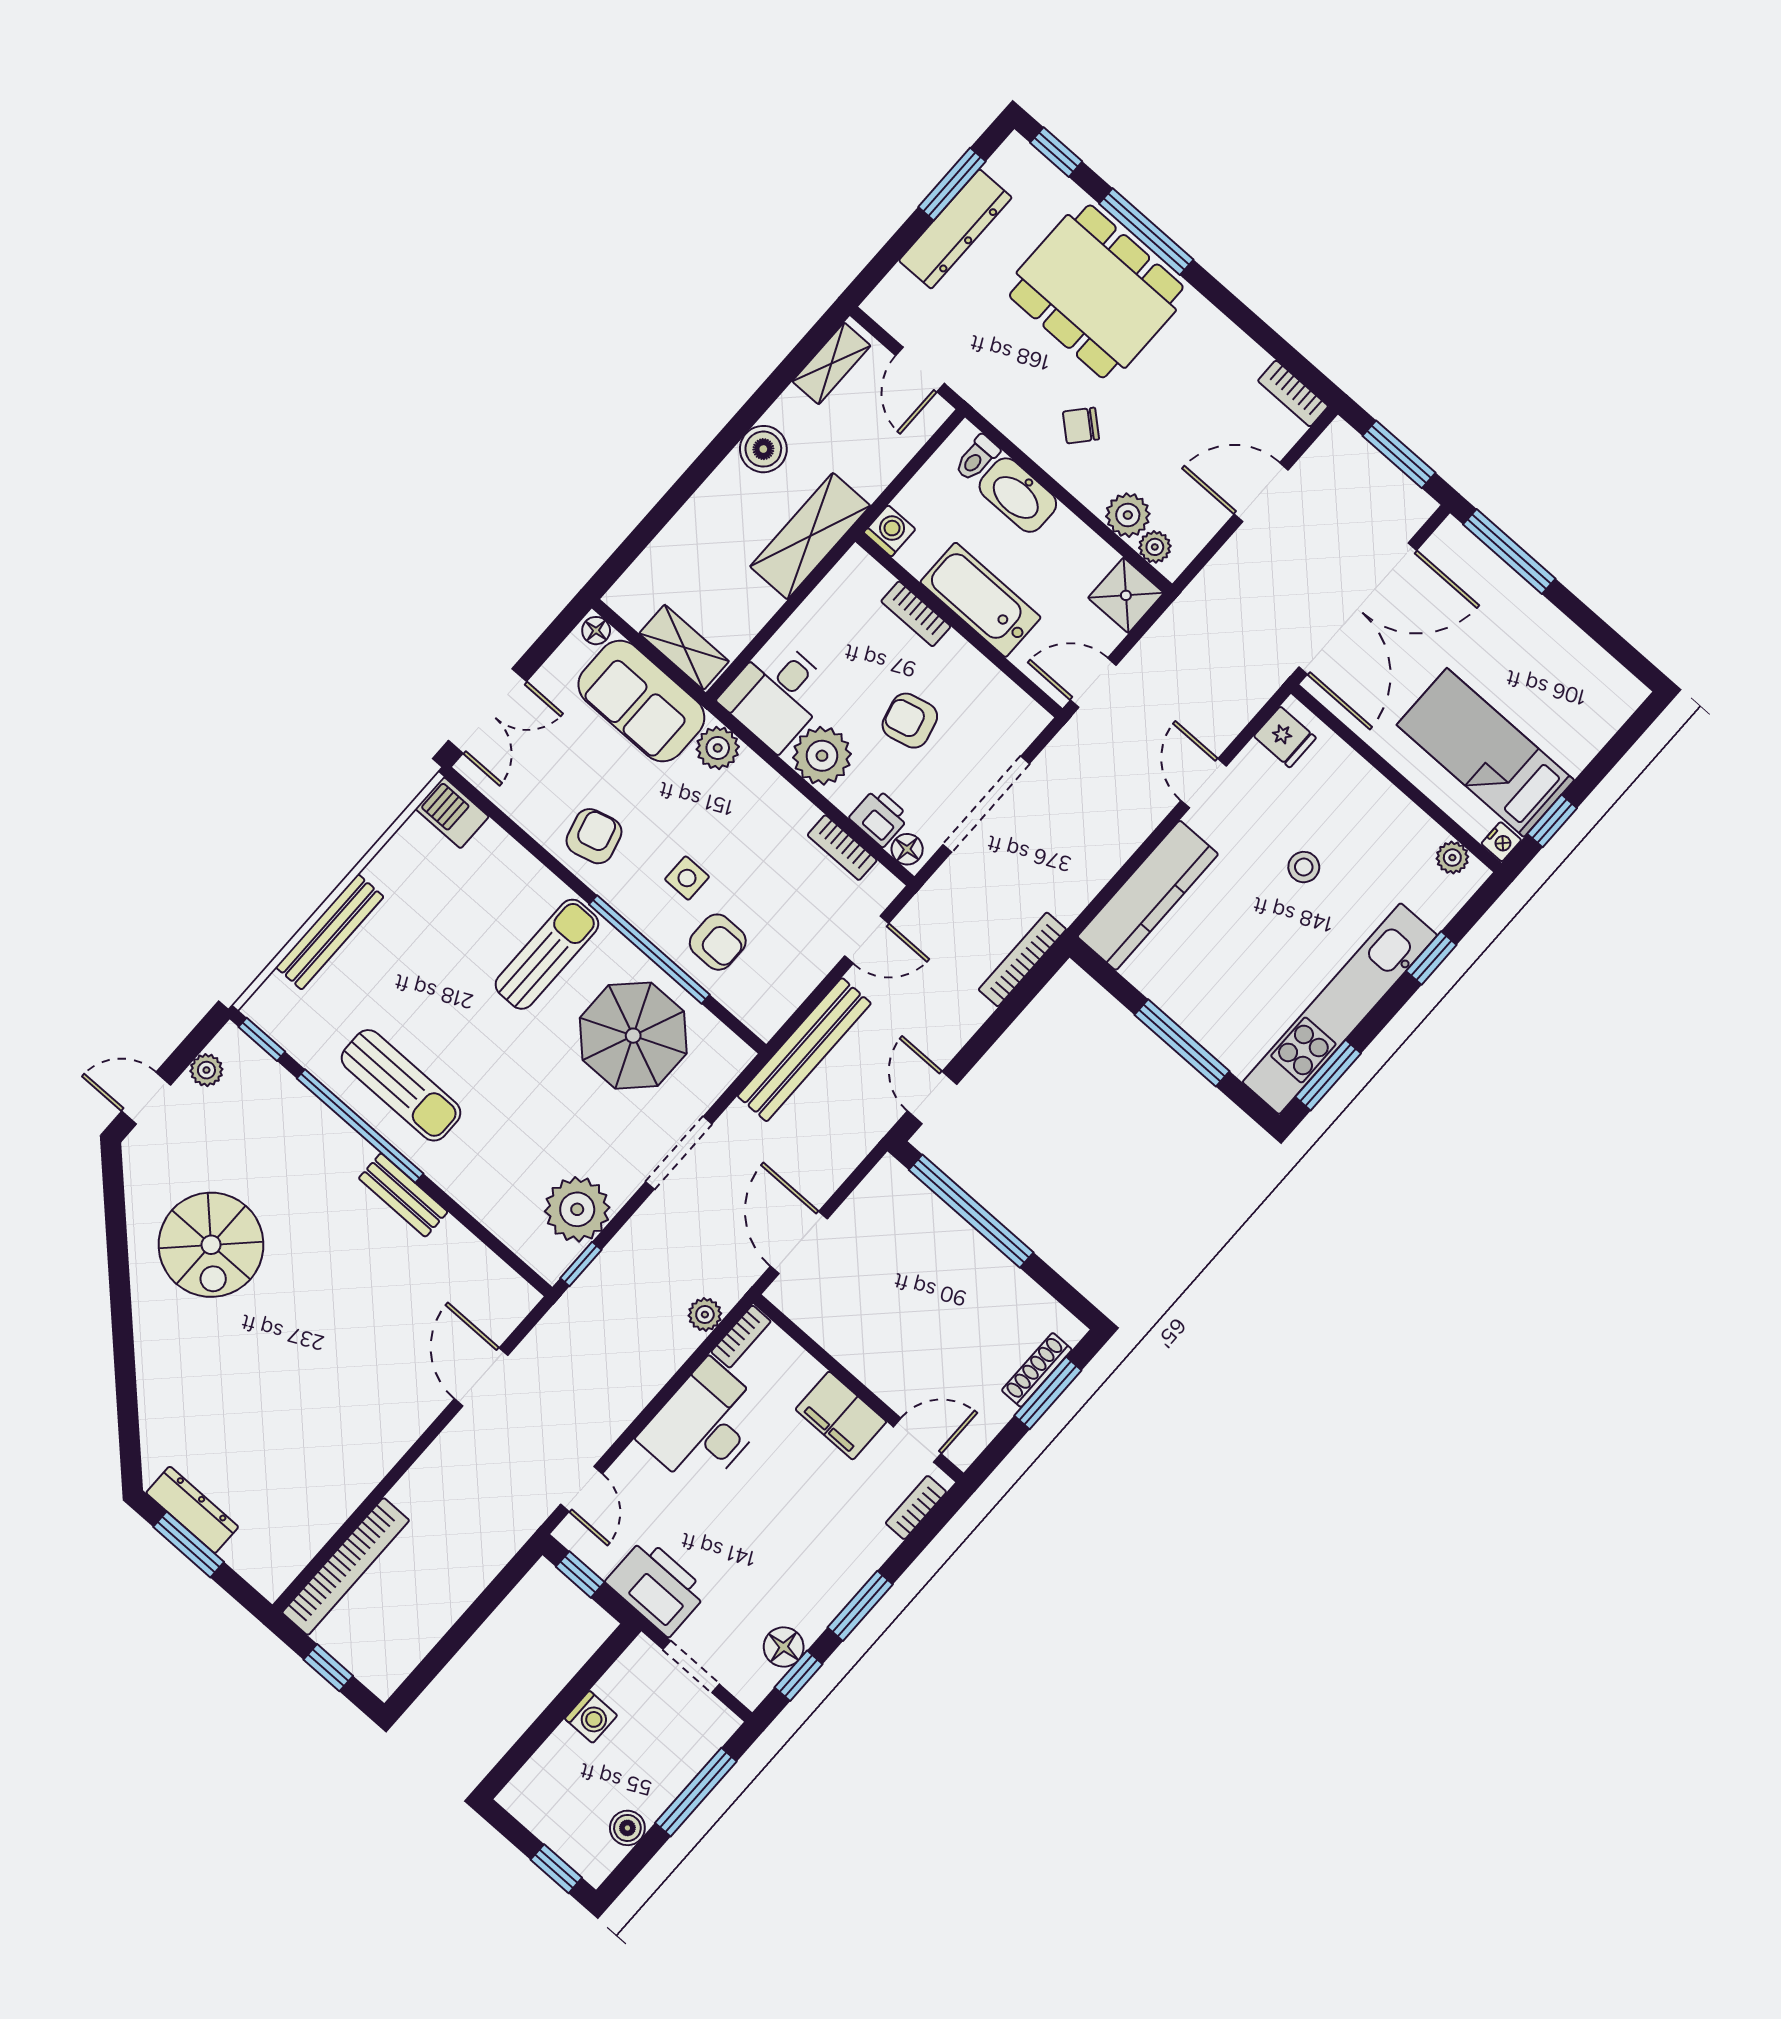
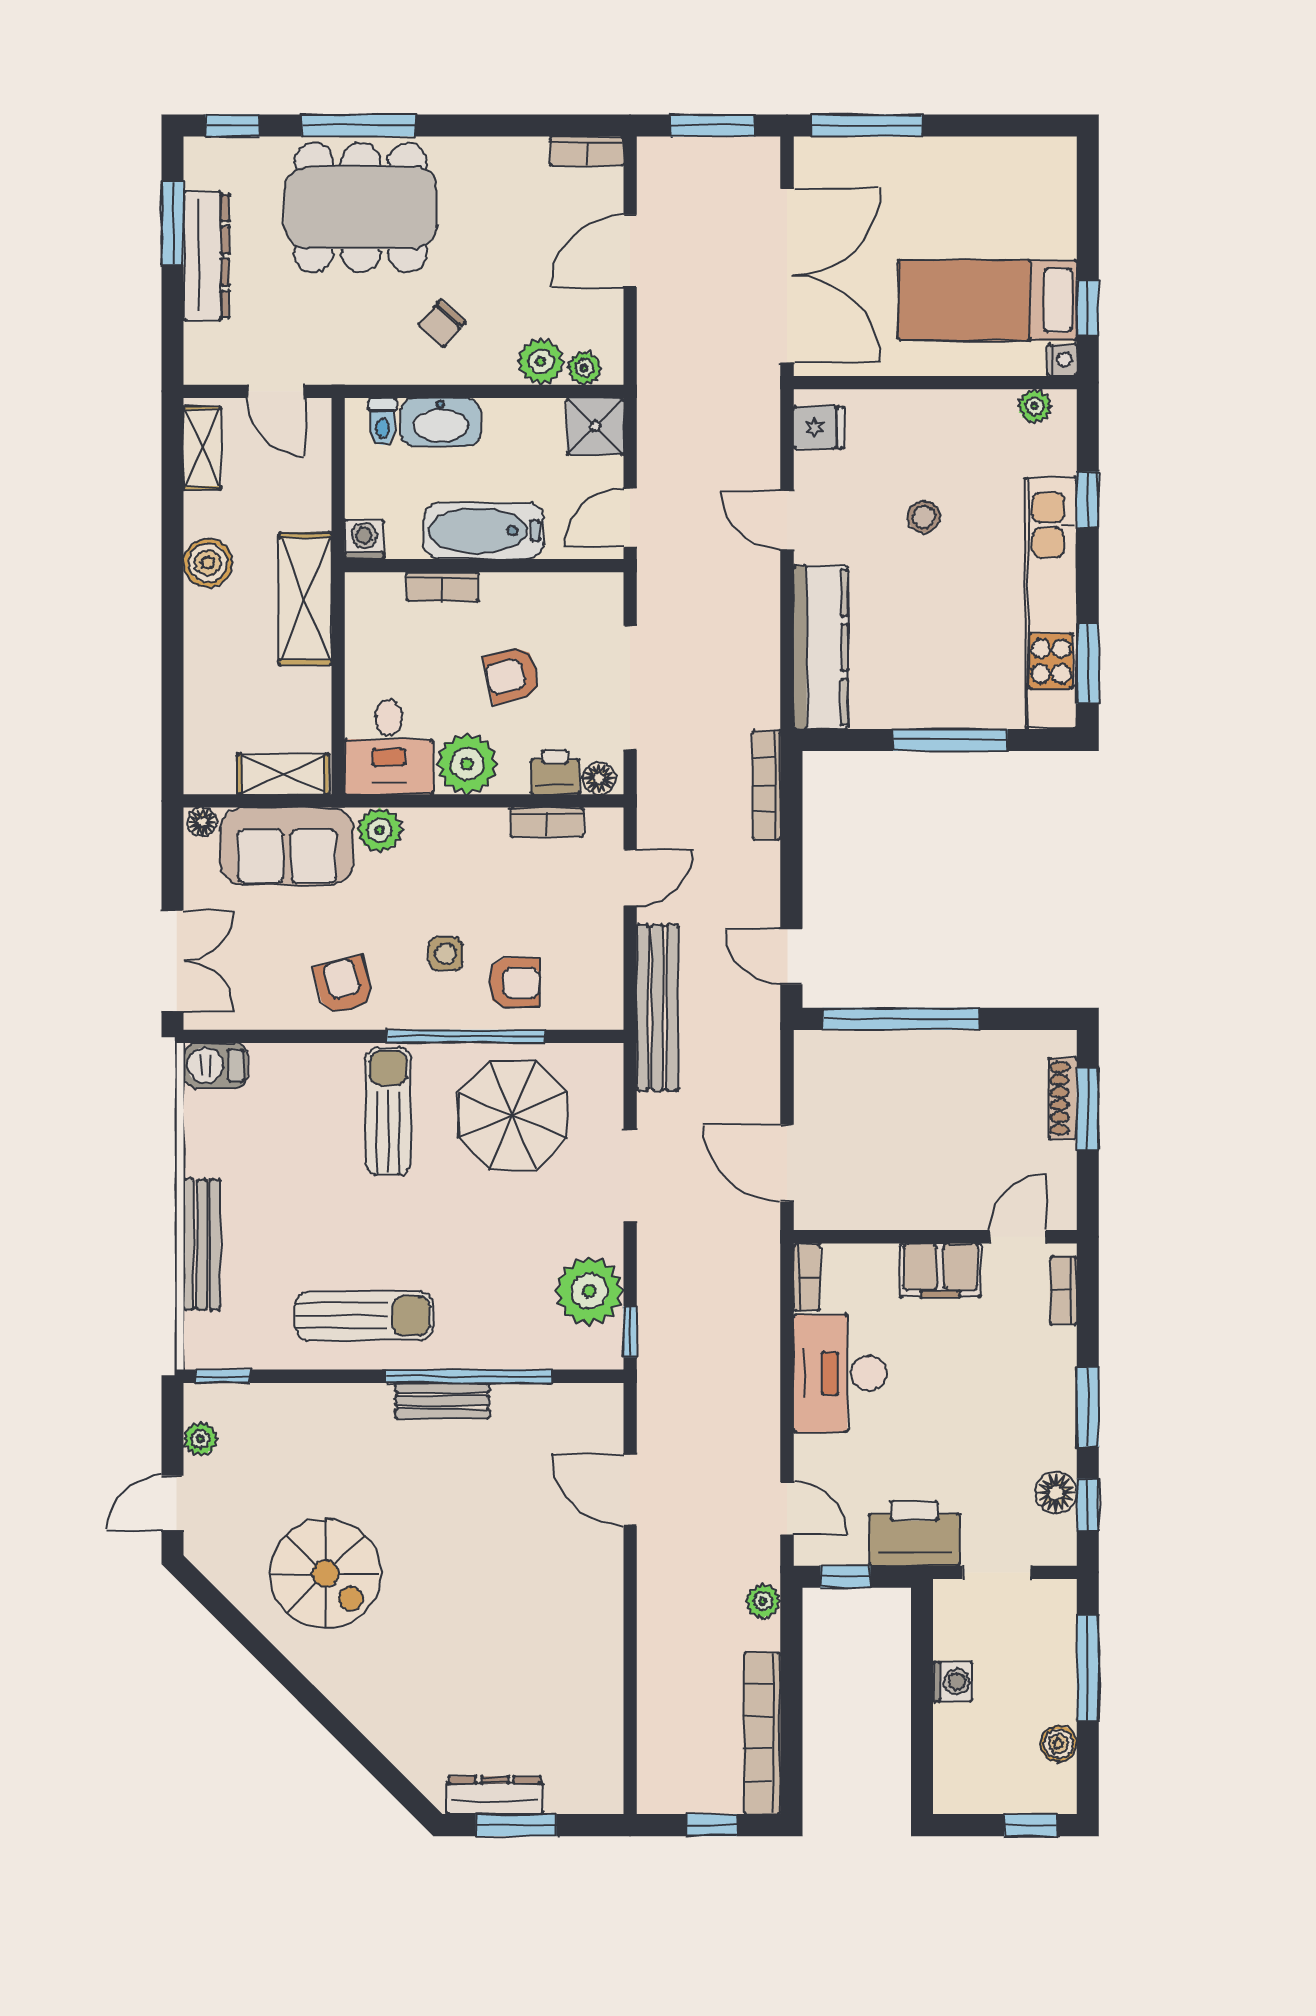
window: (360, 1126) -> (469, 1376), moved
plant: (705, 1315) -> (763, 1601), moved
bookcase: (346, 1567) -> (762, 1733), moved, turned 180

